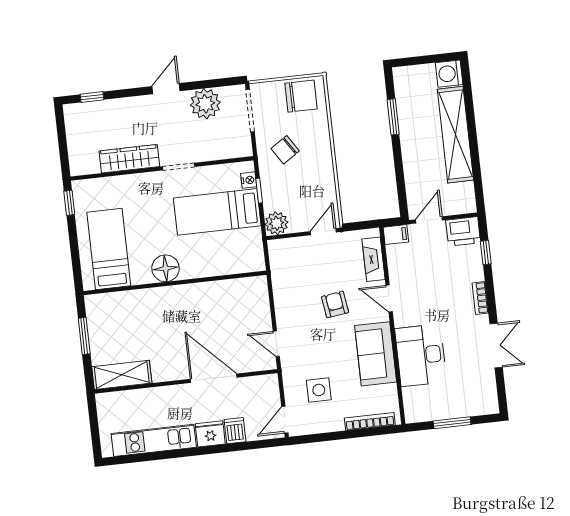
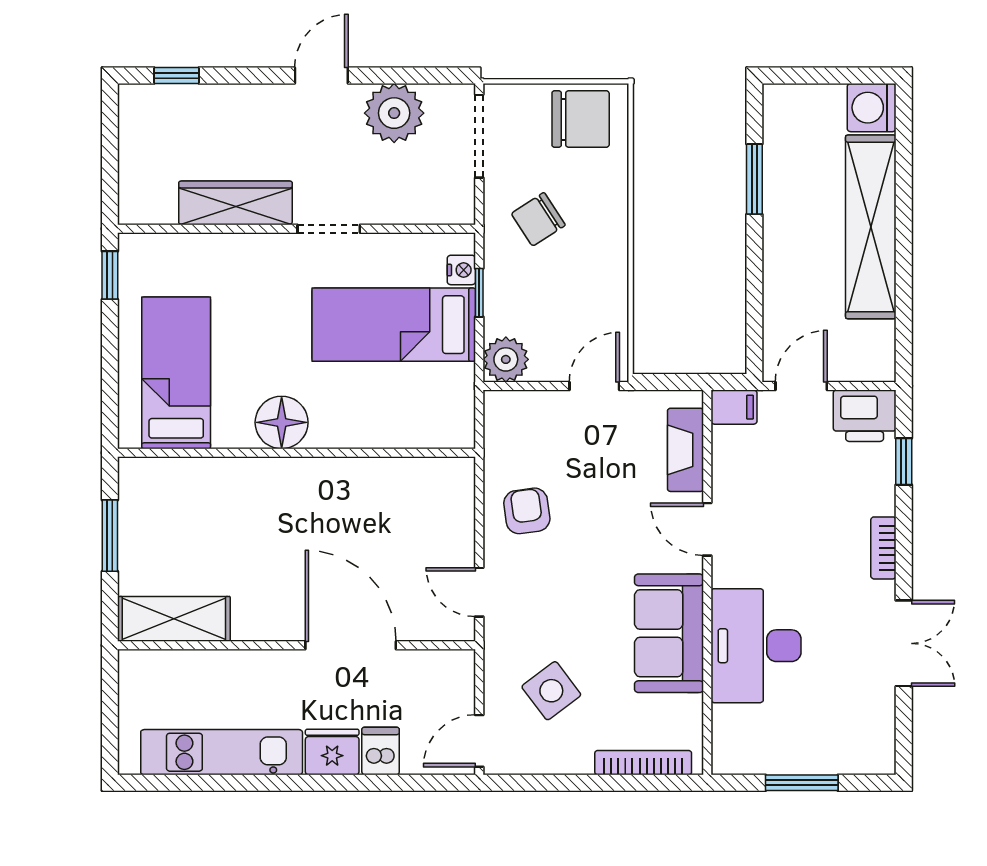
armchair: (335, 304) -> (527, 511), moved
side table: (319, 390) -> (551, 691), turned -37

